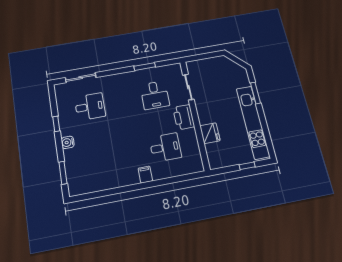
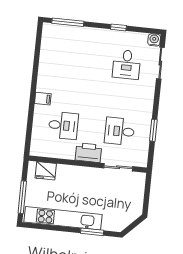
fridge: (210, 133) -> (46, 171), moved
water cooler: (68, 142) -> (154, 40), moved
desk: (165, 147) -> (63, 125), turned -90
window: (247, 166) -> (22, 197), width x2.17
window: (63, 173) -> (68, 22), width x1.44

